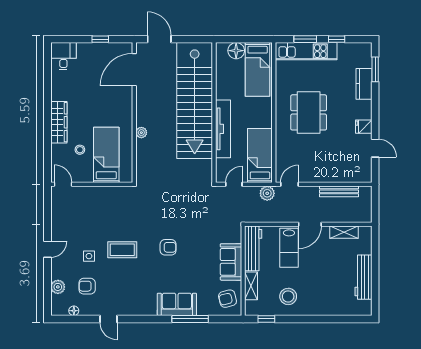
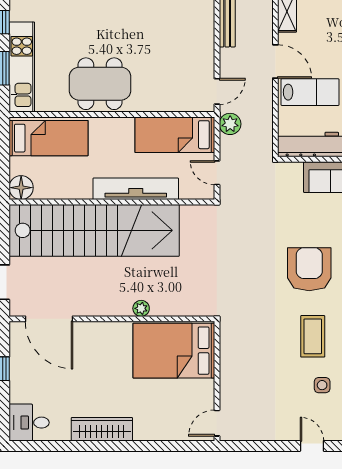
floor lamp: (236, 51) -> (21, 188), moved
dining table: (309, 112) -> (100, 84), moved
wardrobe: (59, 122) -> (102, 429), moved
stool: (80, 150) -> (166, 398), removed
bed: (106, 155) -> (174, 351), width x1.50
door: (289, 184) -> (217, 91), swing flipped
armchair: (168, 247) -> (309, 269), width x1.88, depth x1.88

